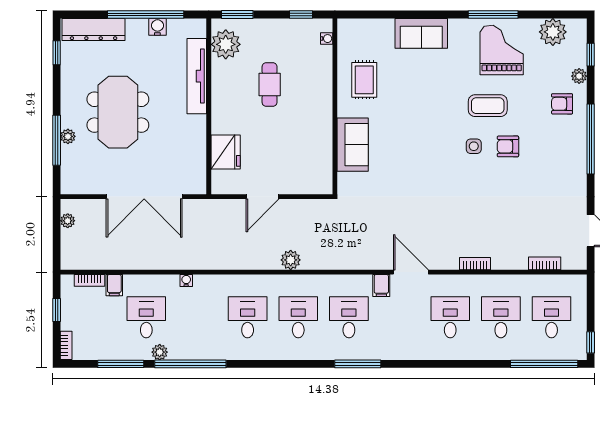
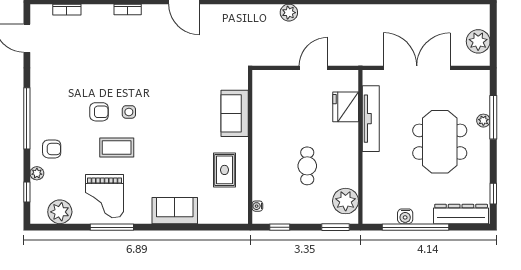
tv unit: (197, 76) -> (371, 119), moved
plant: (68, 221) -> (478, 41), width x1.88, depth x1.88

